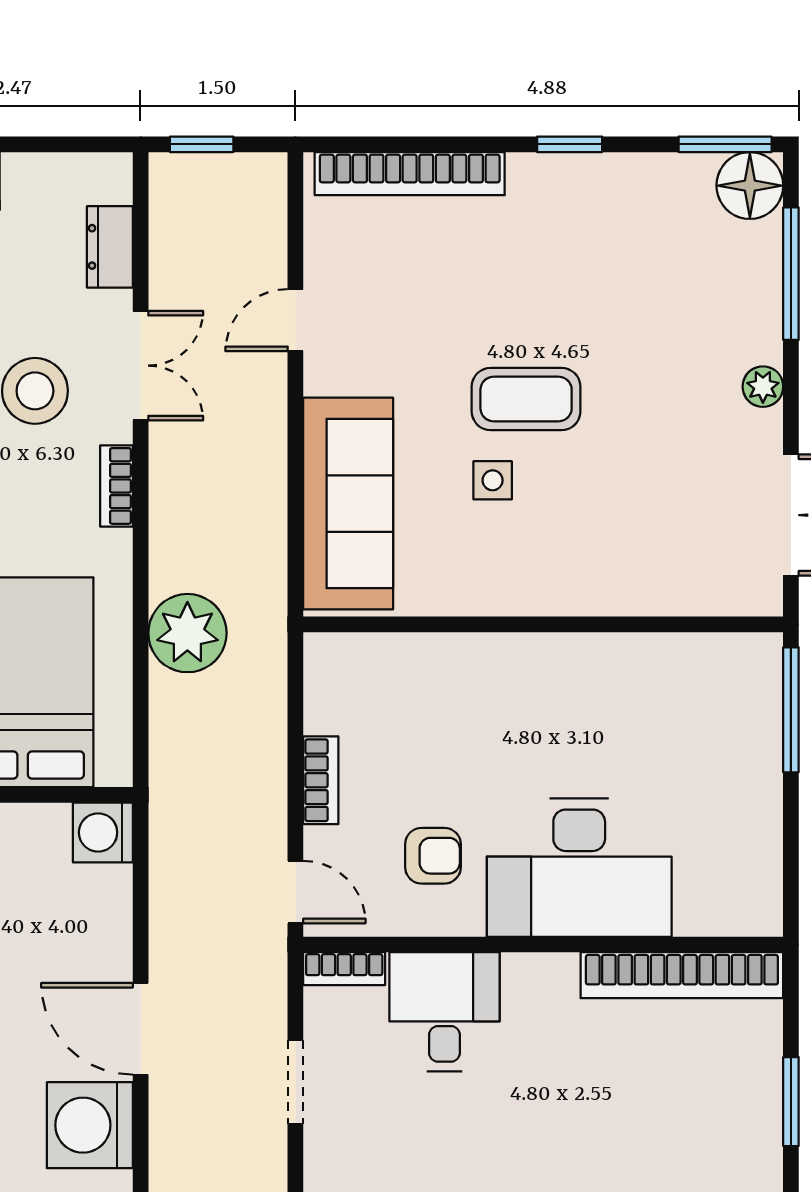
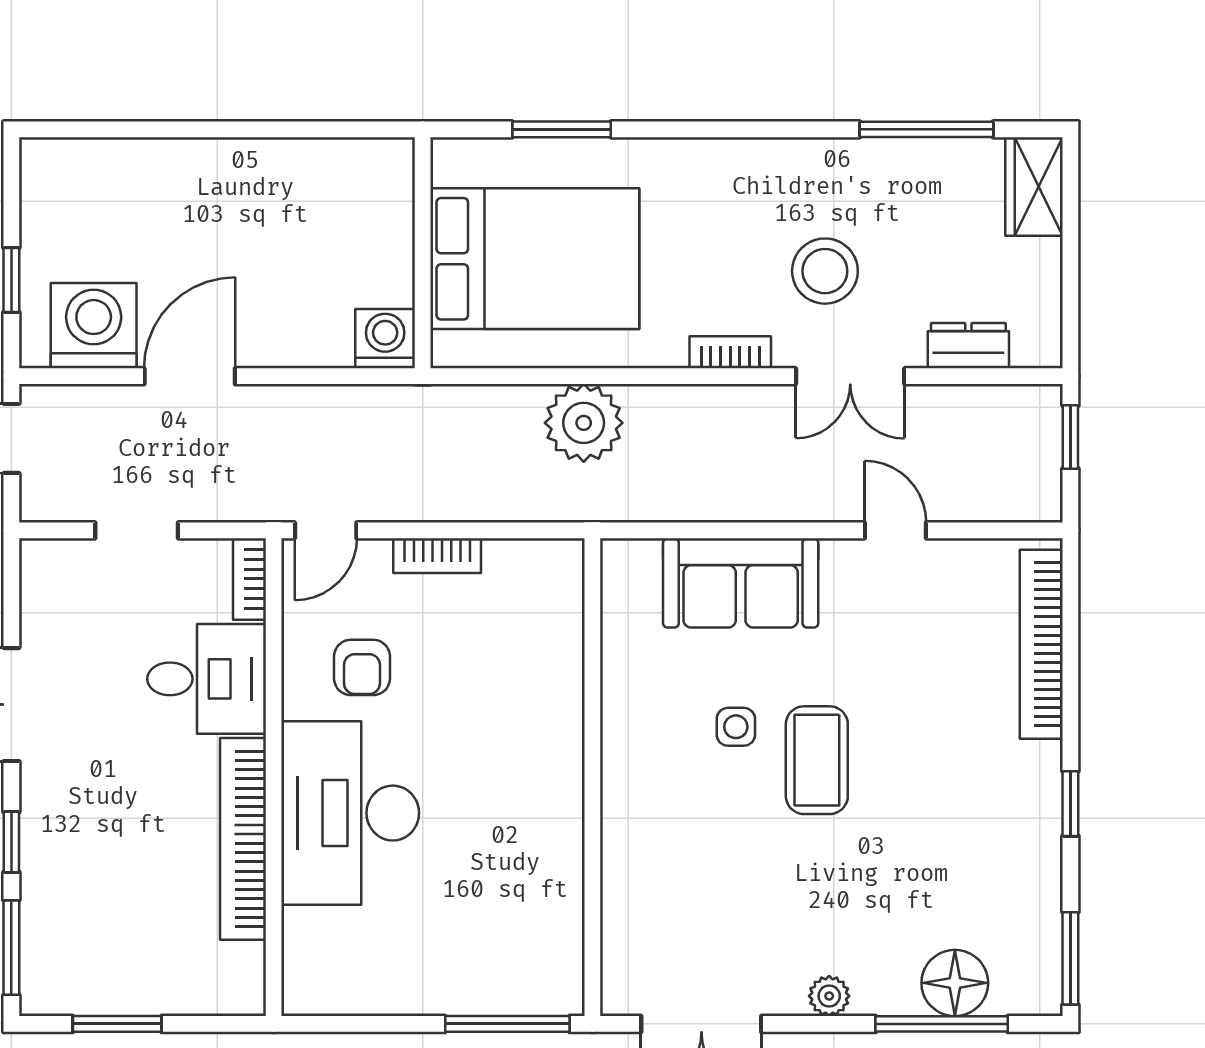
floor lamp: (750, 186) -> (955, 983), moved
sofa: (348, 504) -> (741, 583), width x0.73
bookcase: (682, 975) -> (243, 839), moved

